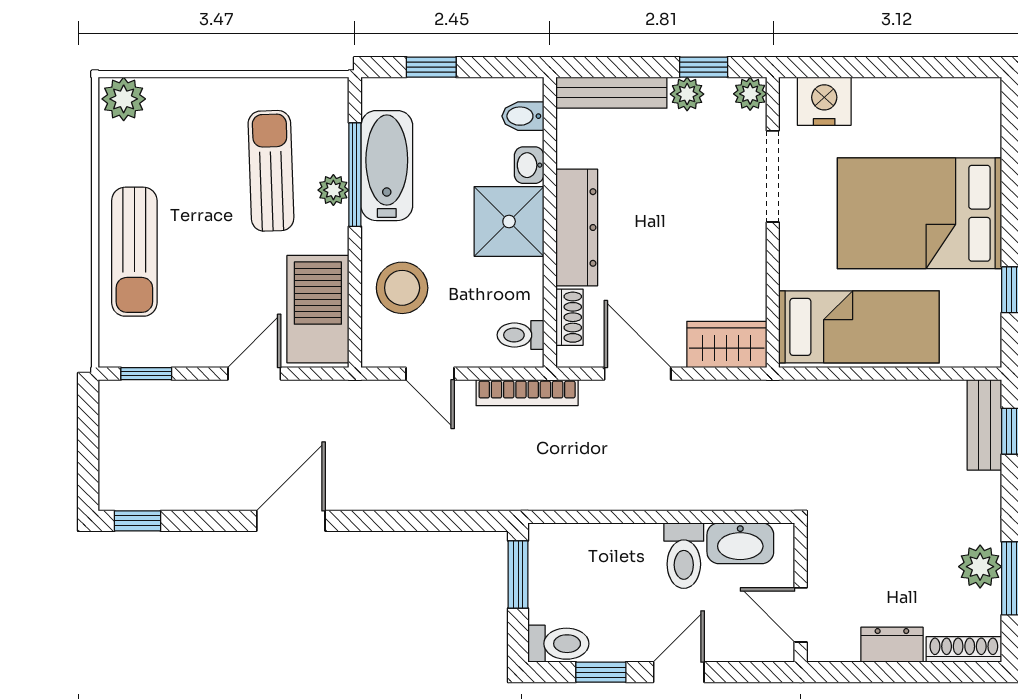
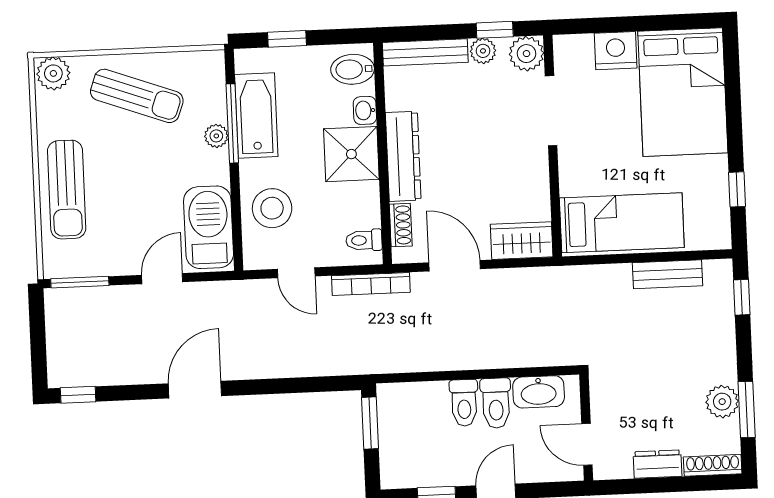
plant: (750, 94) -> (527, 54), width x1.38, depth x1.38
nightstand: (824, 101) -> (616, 51), moved
bidet: (523, 116) -> (353, 69), width x1.38, depth x1.36
sun lounger: (271, 171) -> (137, 96), moved, turned 112
bed: (919, 213) -> (683, 92), moved, turned -90
window: (146, 374) -> (80, 282), width x1.50
bench: (984, 425) -> (668, 274), moved, turned 90
toilet: (558, 644) -> (464, 403), moved, turned 90

